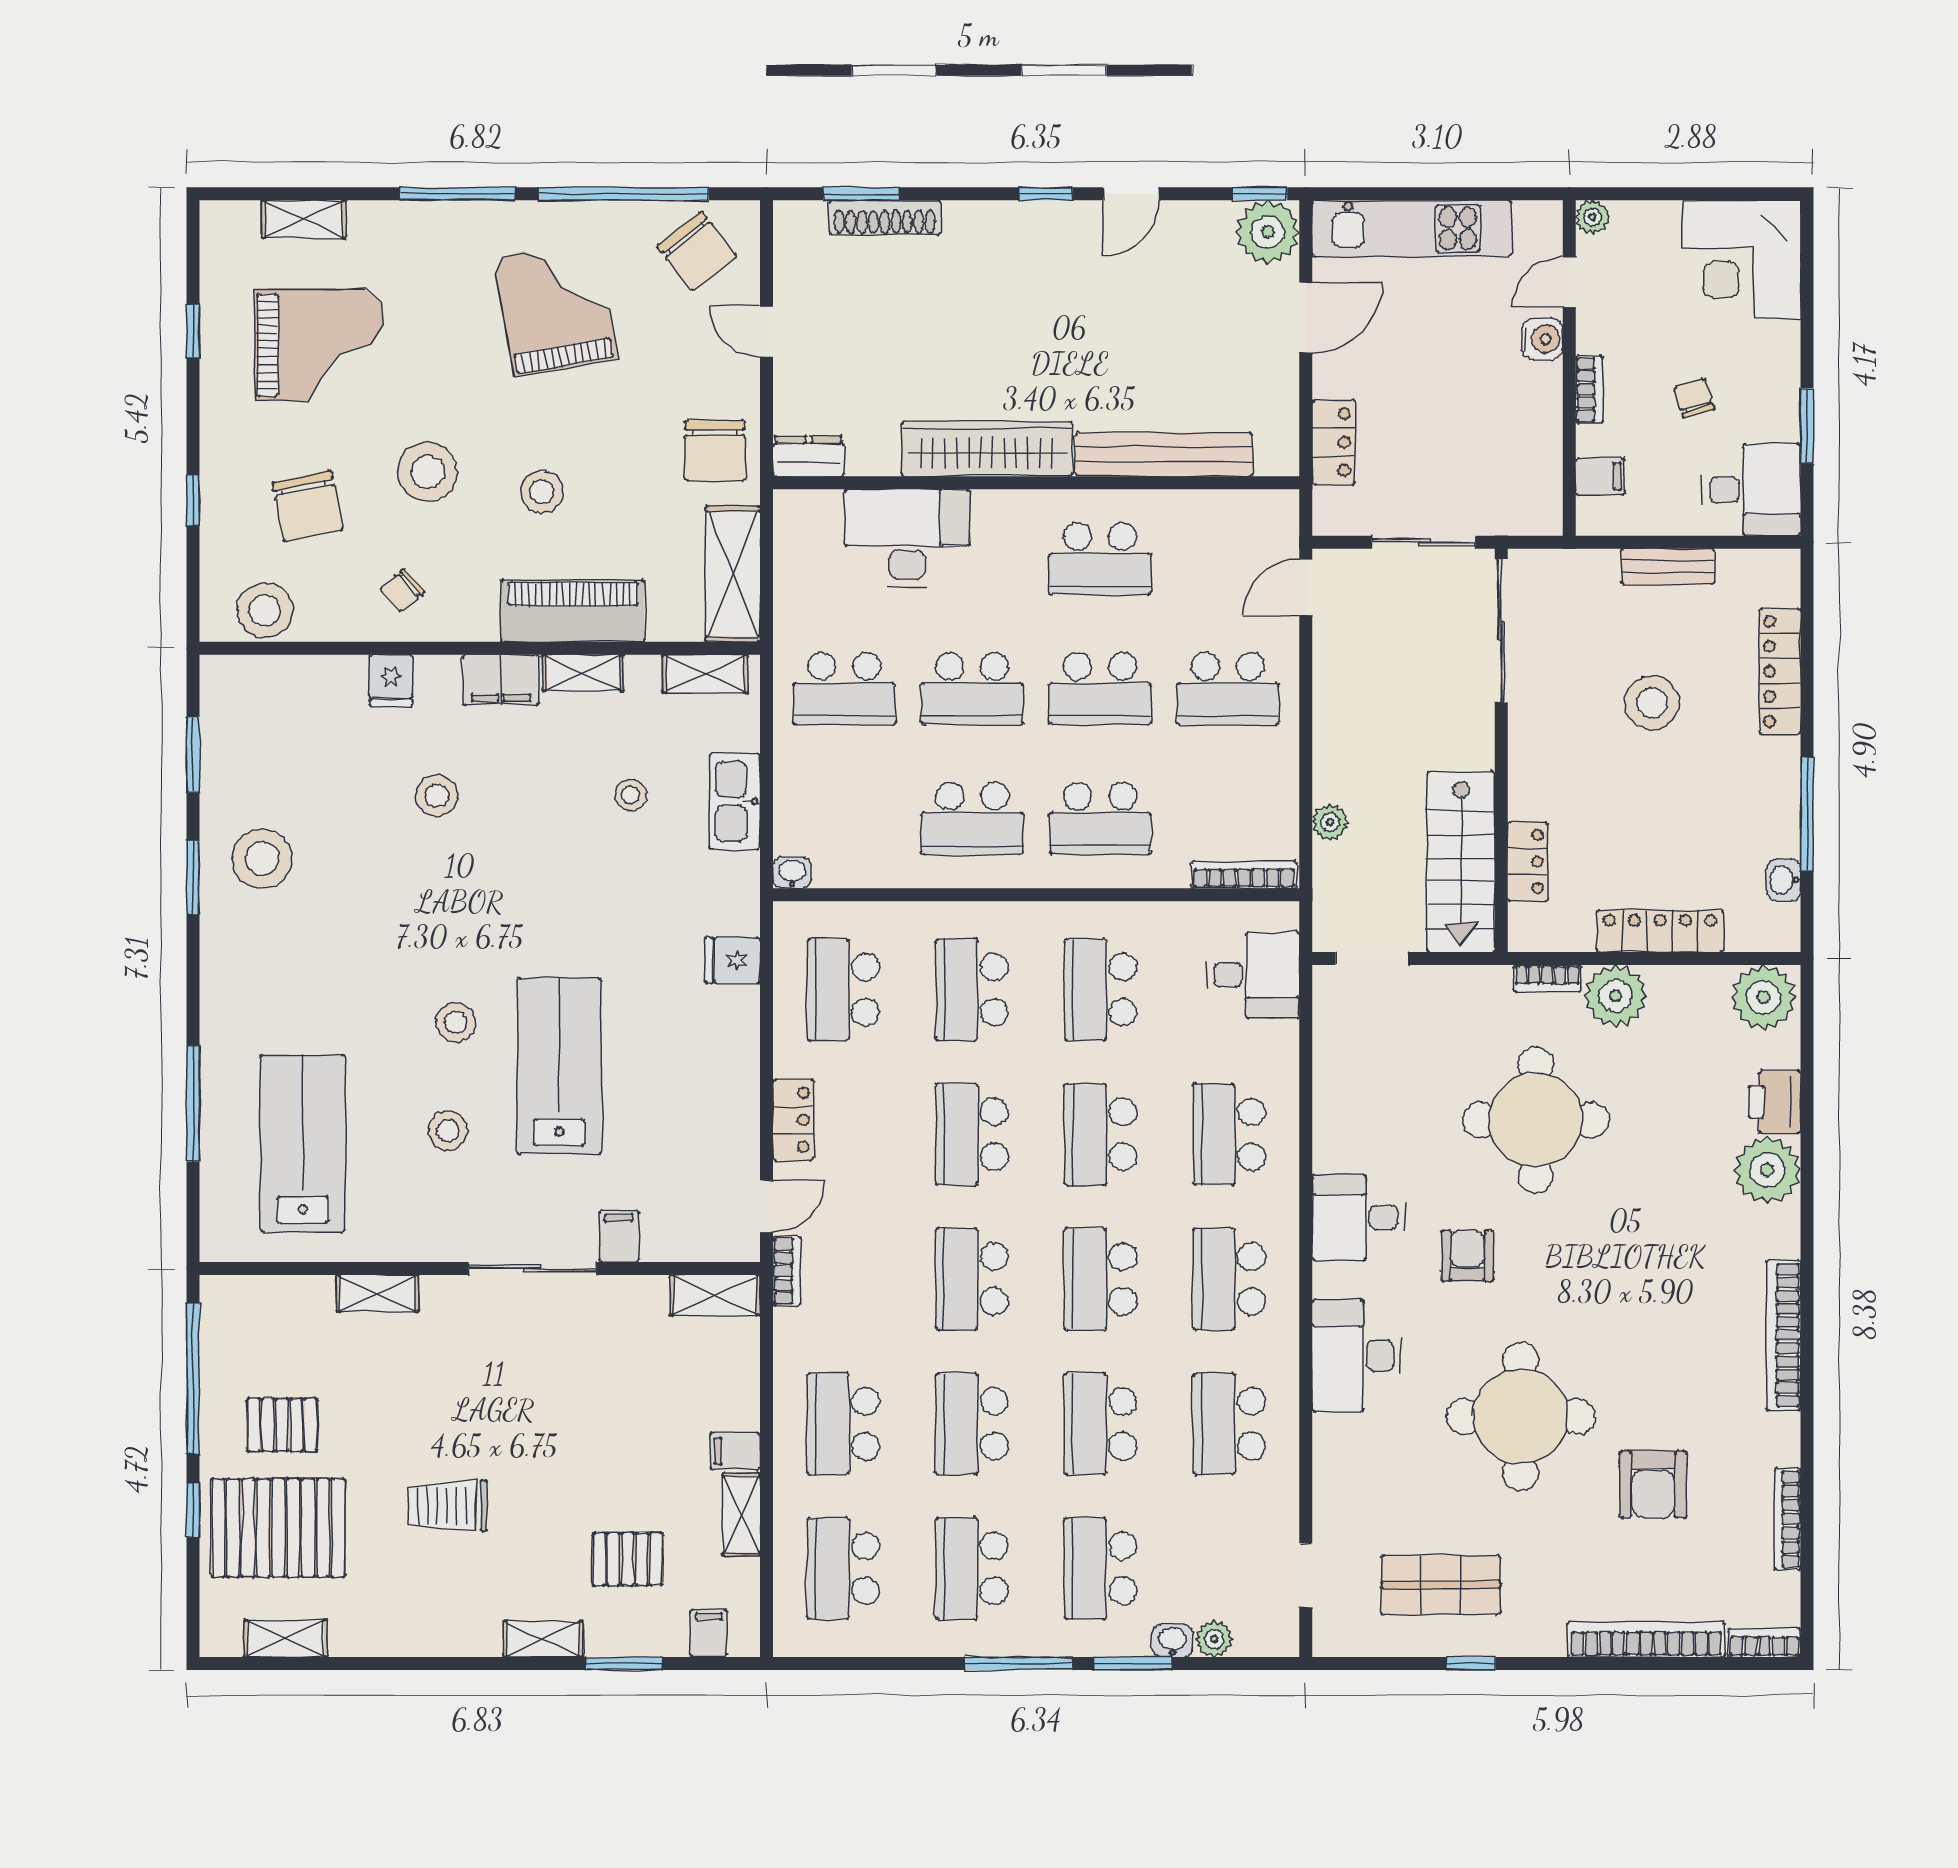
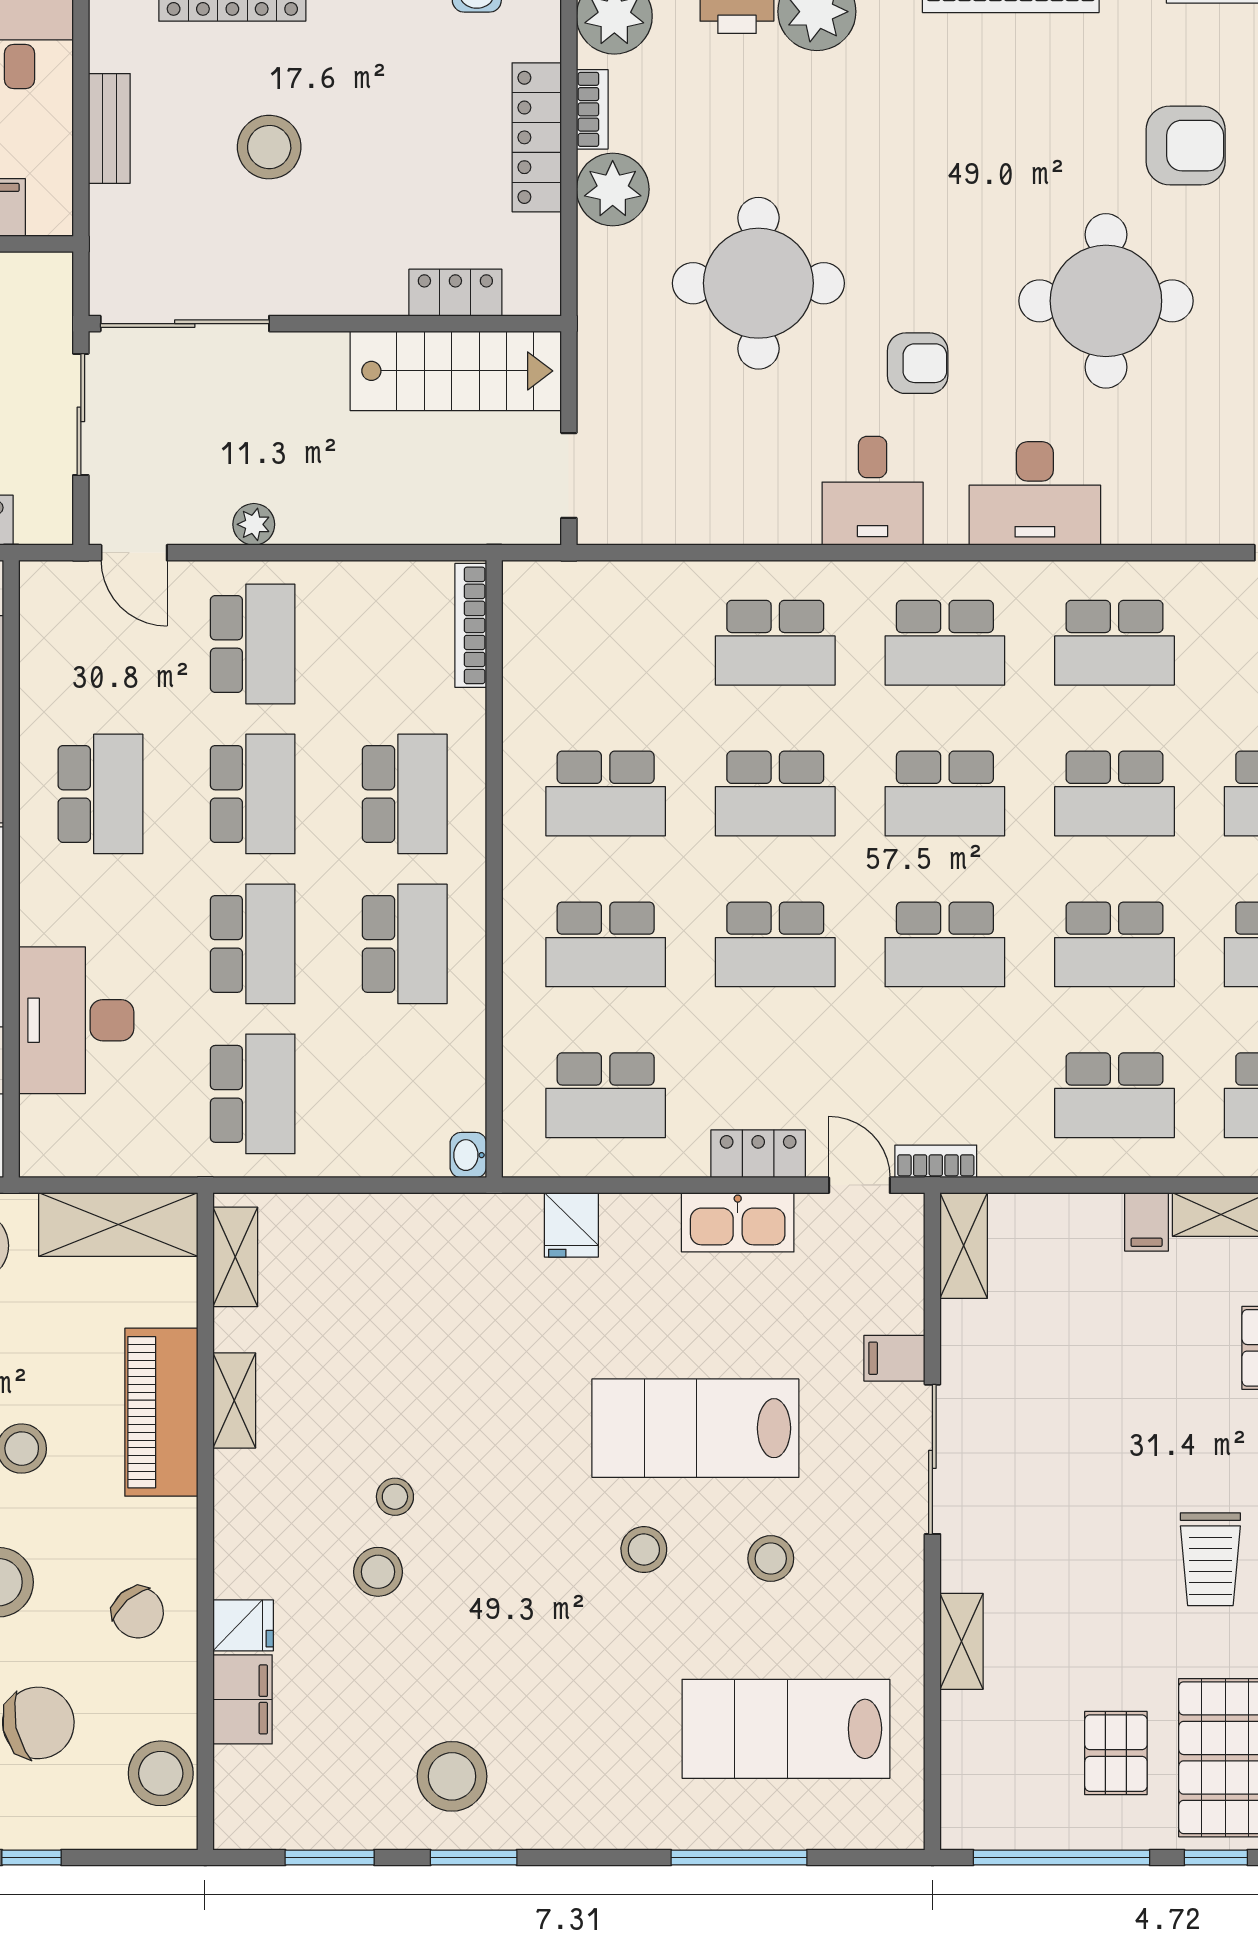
chair: (402, 591) -> (138, 1612), width x1.37, depth x1.37
filing cabinet: (501, 680) -> (243, 1699), moved
stool: (631, 795) -> (395, 1497), moved
kitchen sink: (735, 801) -> (738, 1222), moved
plant: (1330, 822) -> (254, 524), moved
desk: (1253, 975) -> (588, 615), removed
bookcase: (1547, 978) -> (592, 109), moved
armchair: (1467, 1256) -> (918, 363), turned 180

